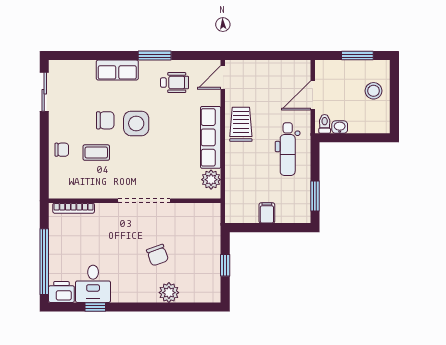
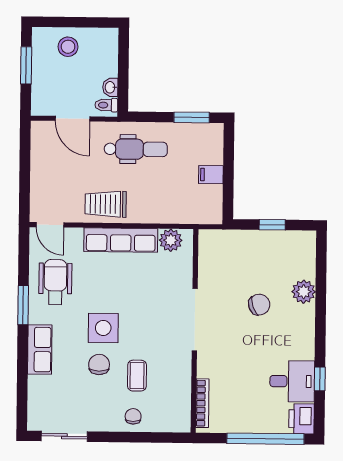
wheelchair: (175, 83) -> (55, 282), width x1.36, depth x1.37

